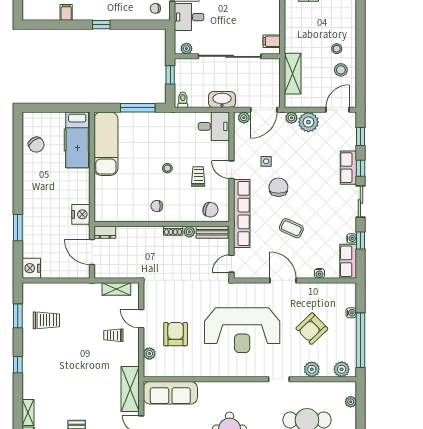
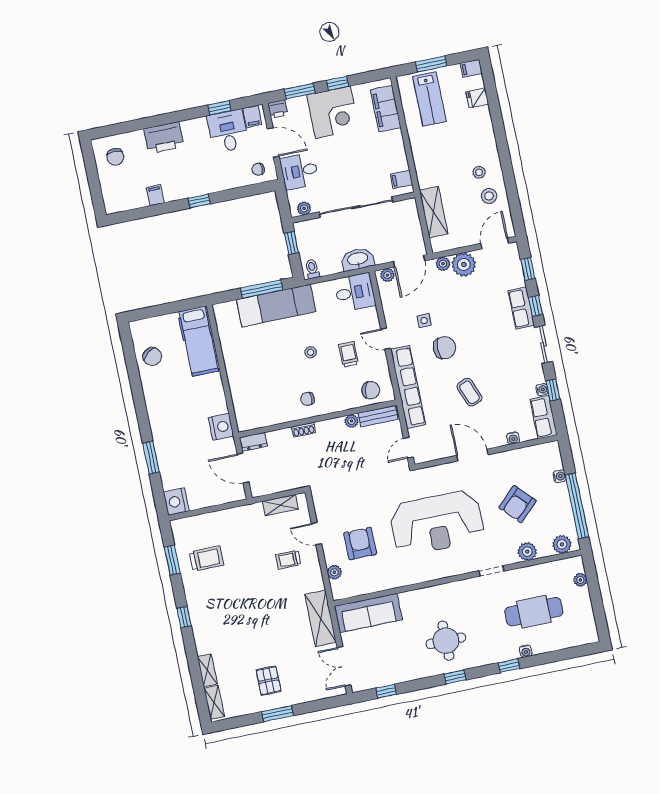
exam couch: (106, 144) -> (276, 306), moved, turned 90
chair: (278, 187) -> (445, 348), turned 90
coffee table: (291, 228) -> (469, 392), turned 44
shoe rack: (173, 231) -> (304, 430), moved

